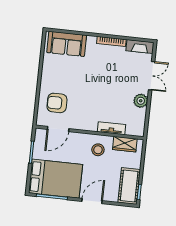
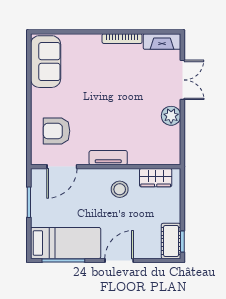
sofa: (67, 44) -> (46, 62), moved, turned -90
tv unit: (111, 128) -> (108, 158), moved
bed: (55, 179) -> (66, 243), width x0.67
cot: (129, 186) -> (171, 241), width x0.73, depth x0.75

